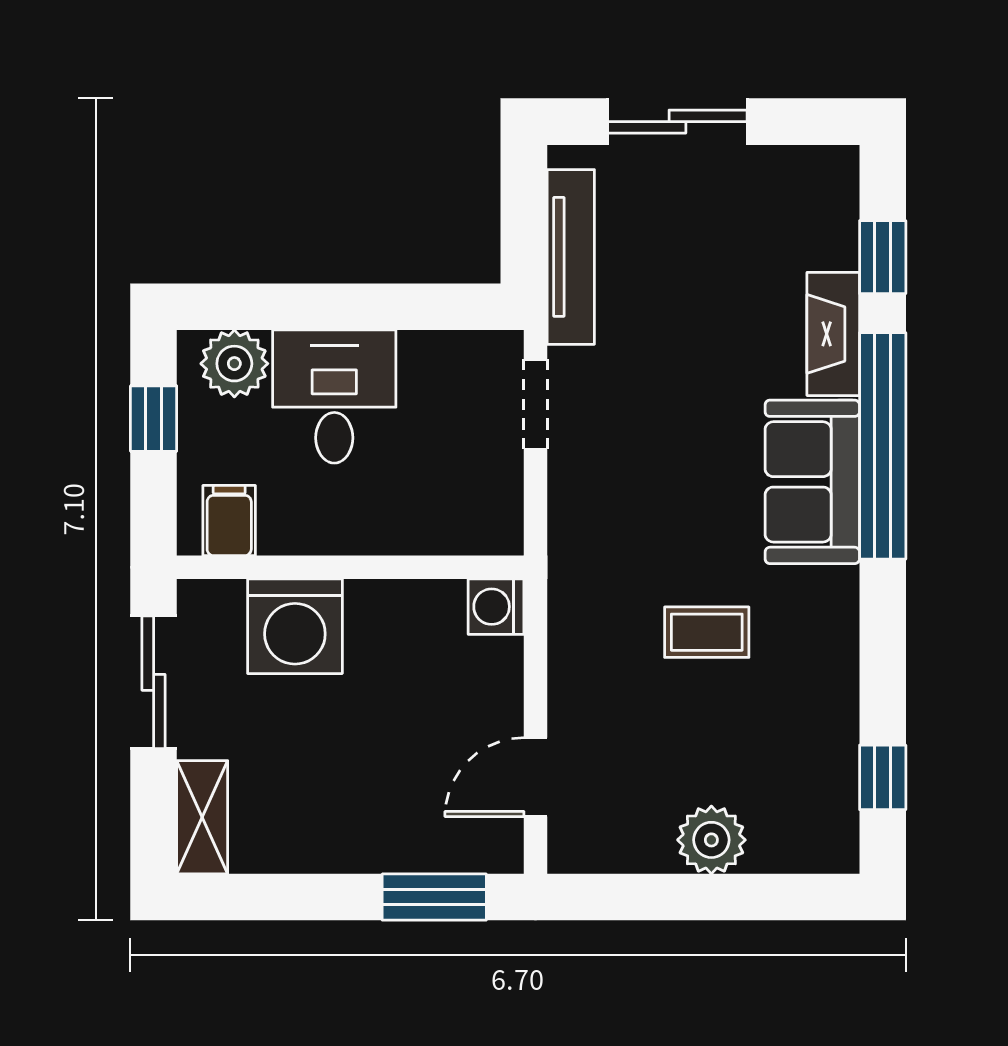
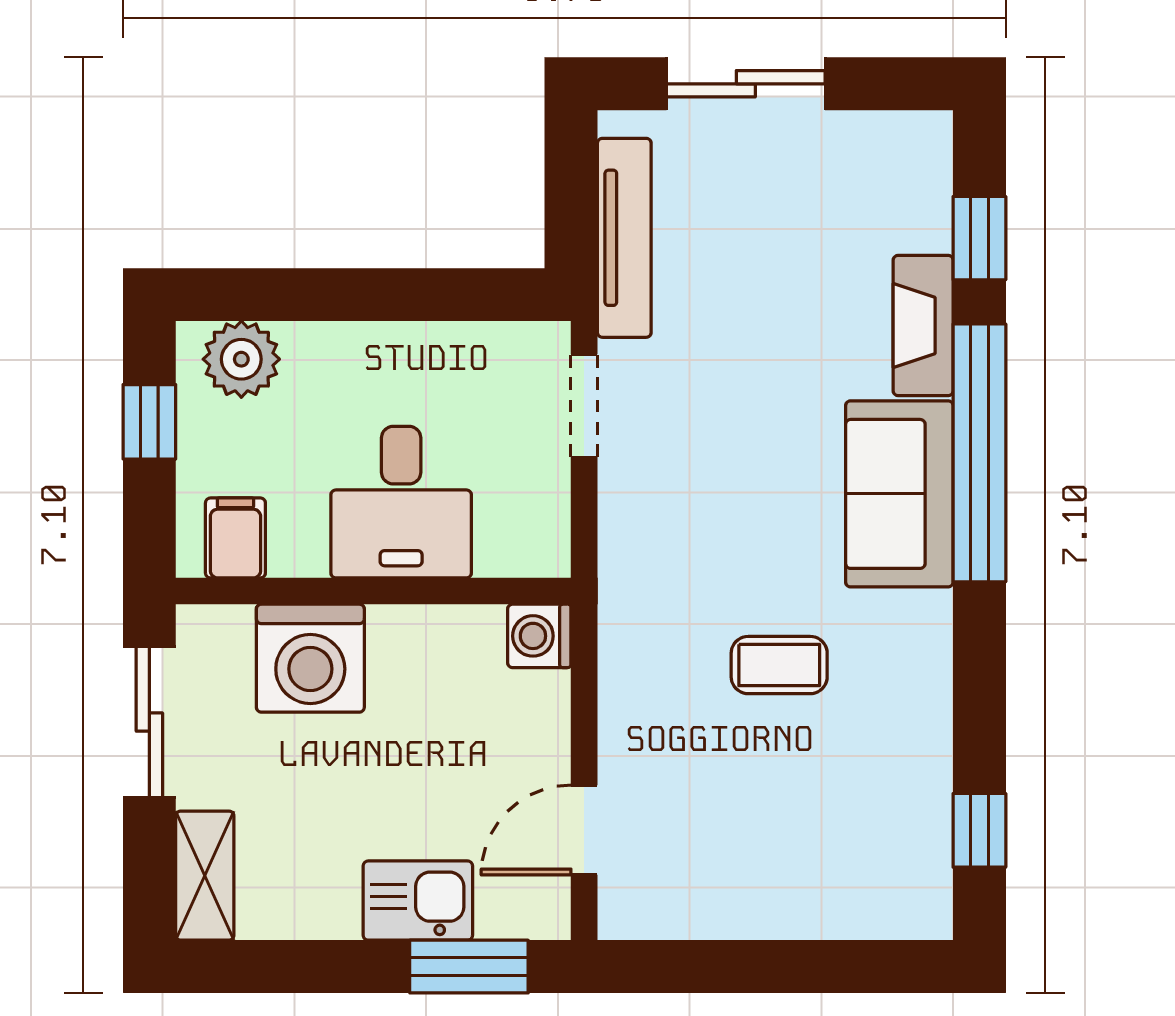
desk: (334, 397) -> (401, 502), moved, turned 180
kitchen sink: (389, 839) -> (418, 901), added
plant: (711, 840) -> (784, 902), removed

